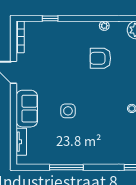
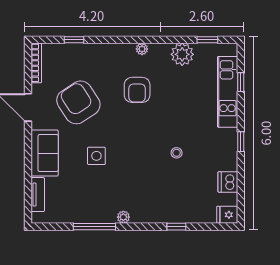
armchair: (100, 58) -> (137, 90), turned -90
armchair: (54, 68) -> (78, 102), added
plant: (89, 160) -> (123, 217), added

